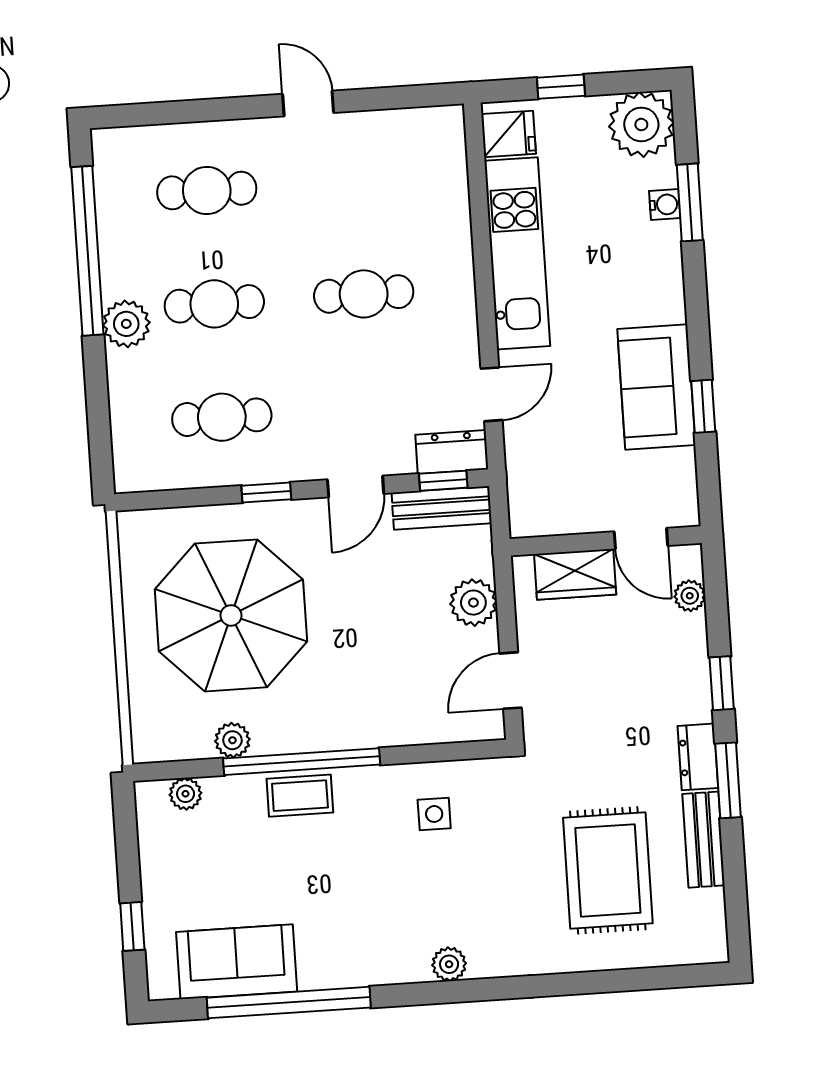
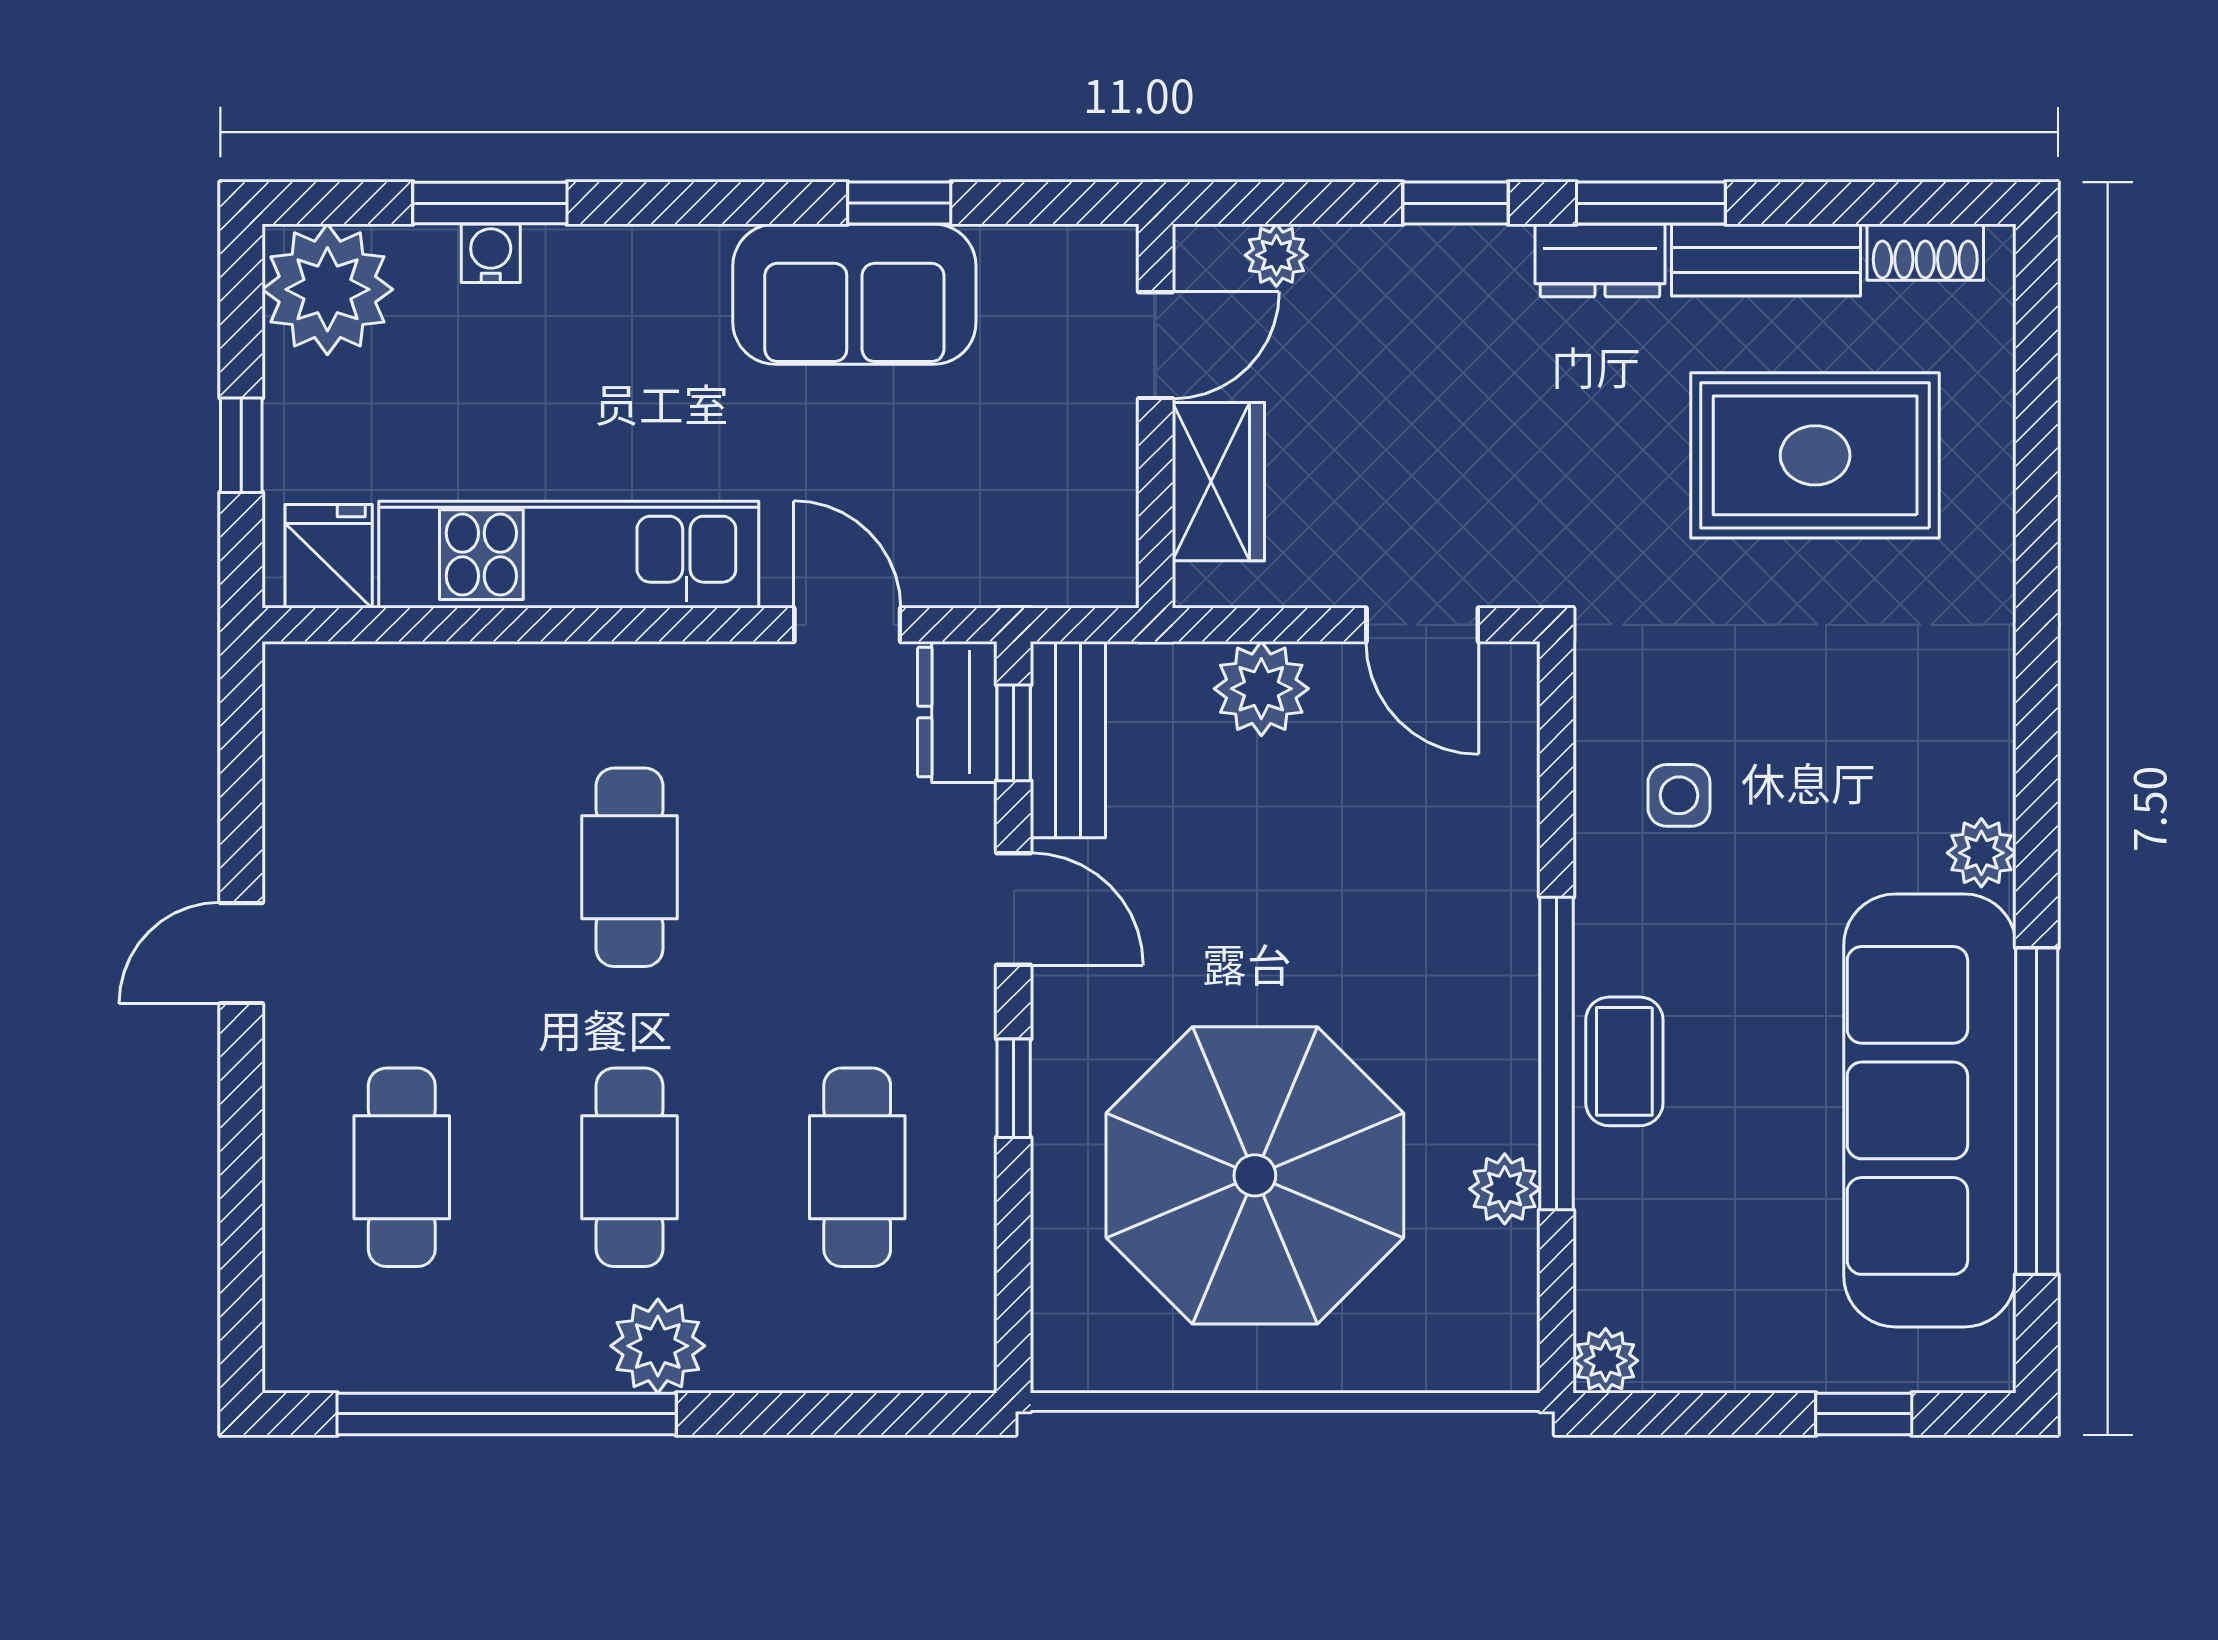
plant: (185, 794) -> (1606, 1361), moved
shoe rack: (713, 919) -> (1925, 252), added
sofa: (237, 962) -> (1930, 1110), width x1.85, depth x1.27
plant: (449, 964) -> (1981, 853), moved

